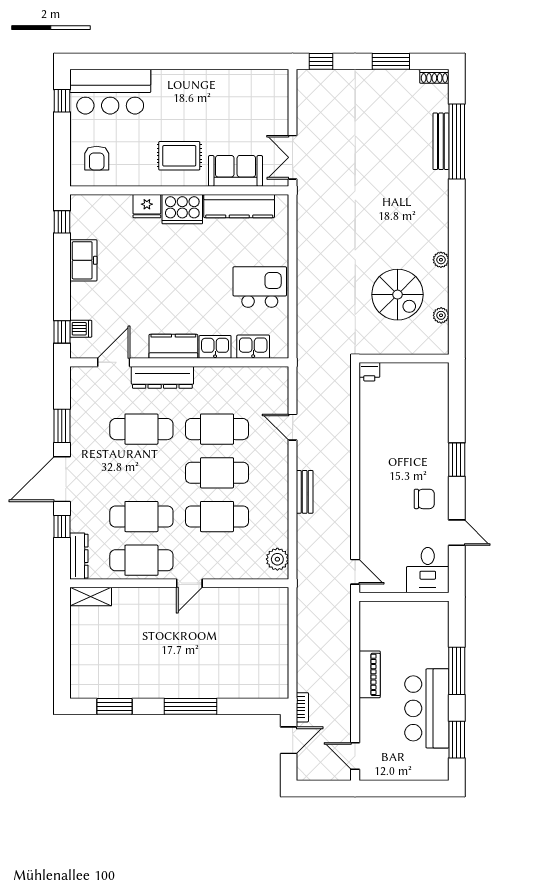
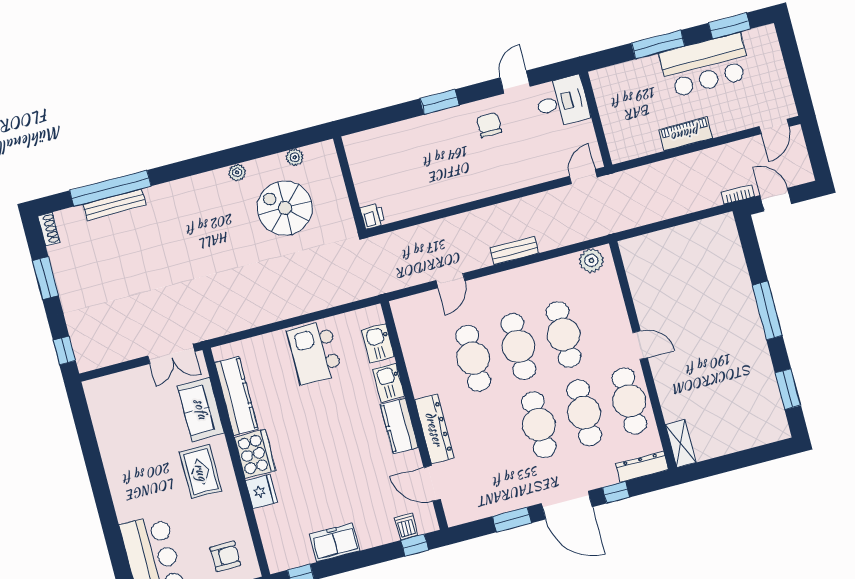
spiral stairs: (398, 295) -> (285, 208), turned -90
cafe table: (141, 429) -> (539, 425), moved

